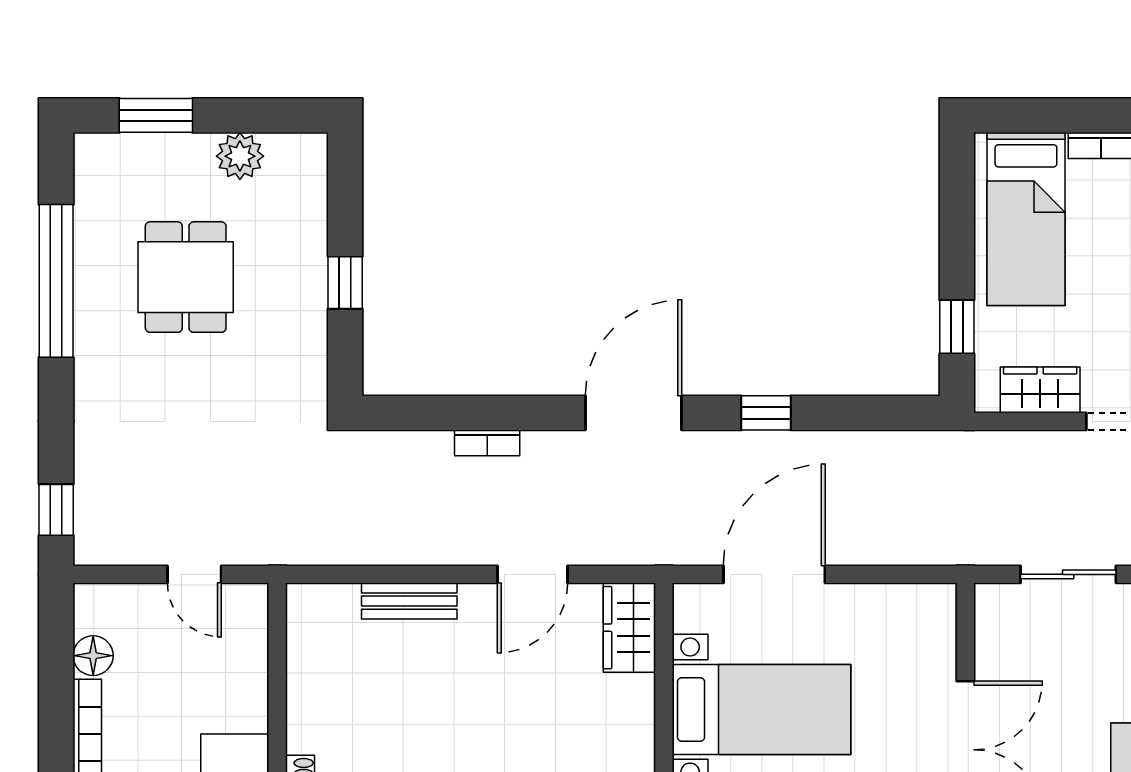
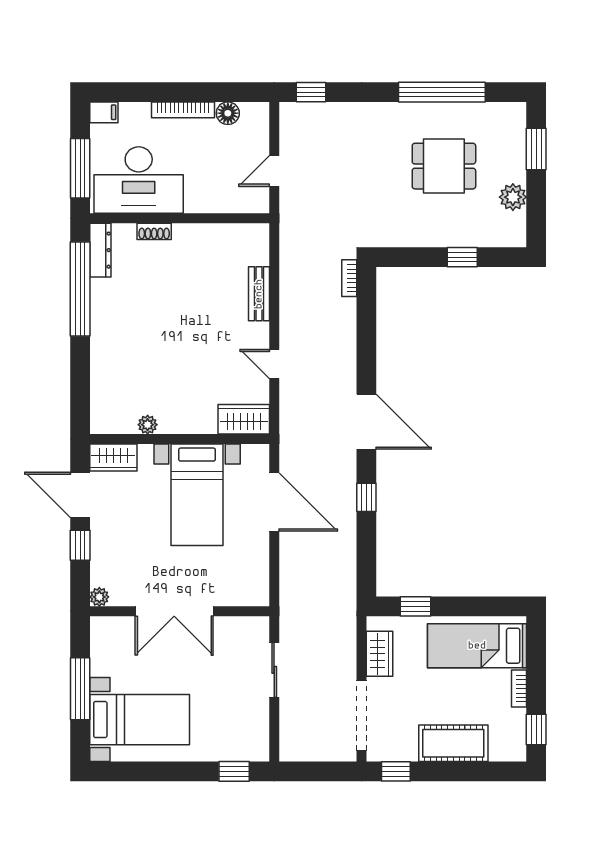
window: (345, 283) -> (462, 257), moved
bookcase: (487, 443) -> (349, 278), moved
door: (532, 574) -> (274, 364), width x0.73

